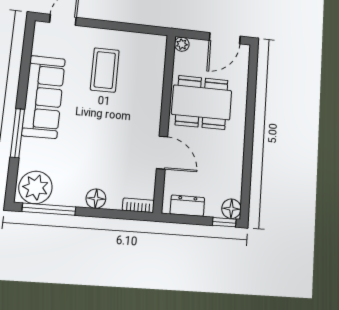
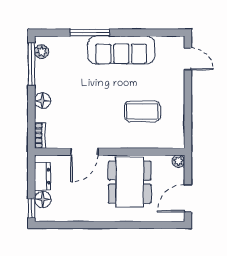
door: (225, 38) -> (188, 198), hinge flipped
coffee table: (105, 70) -> (142, 111), moved
plant: (35, 187) -> (42, 52), width x0.53, depth x0.53
floor lamp: (231, 209) -> (43, 199), moved

